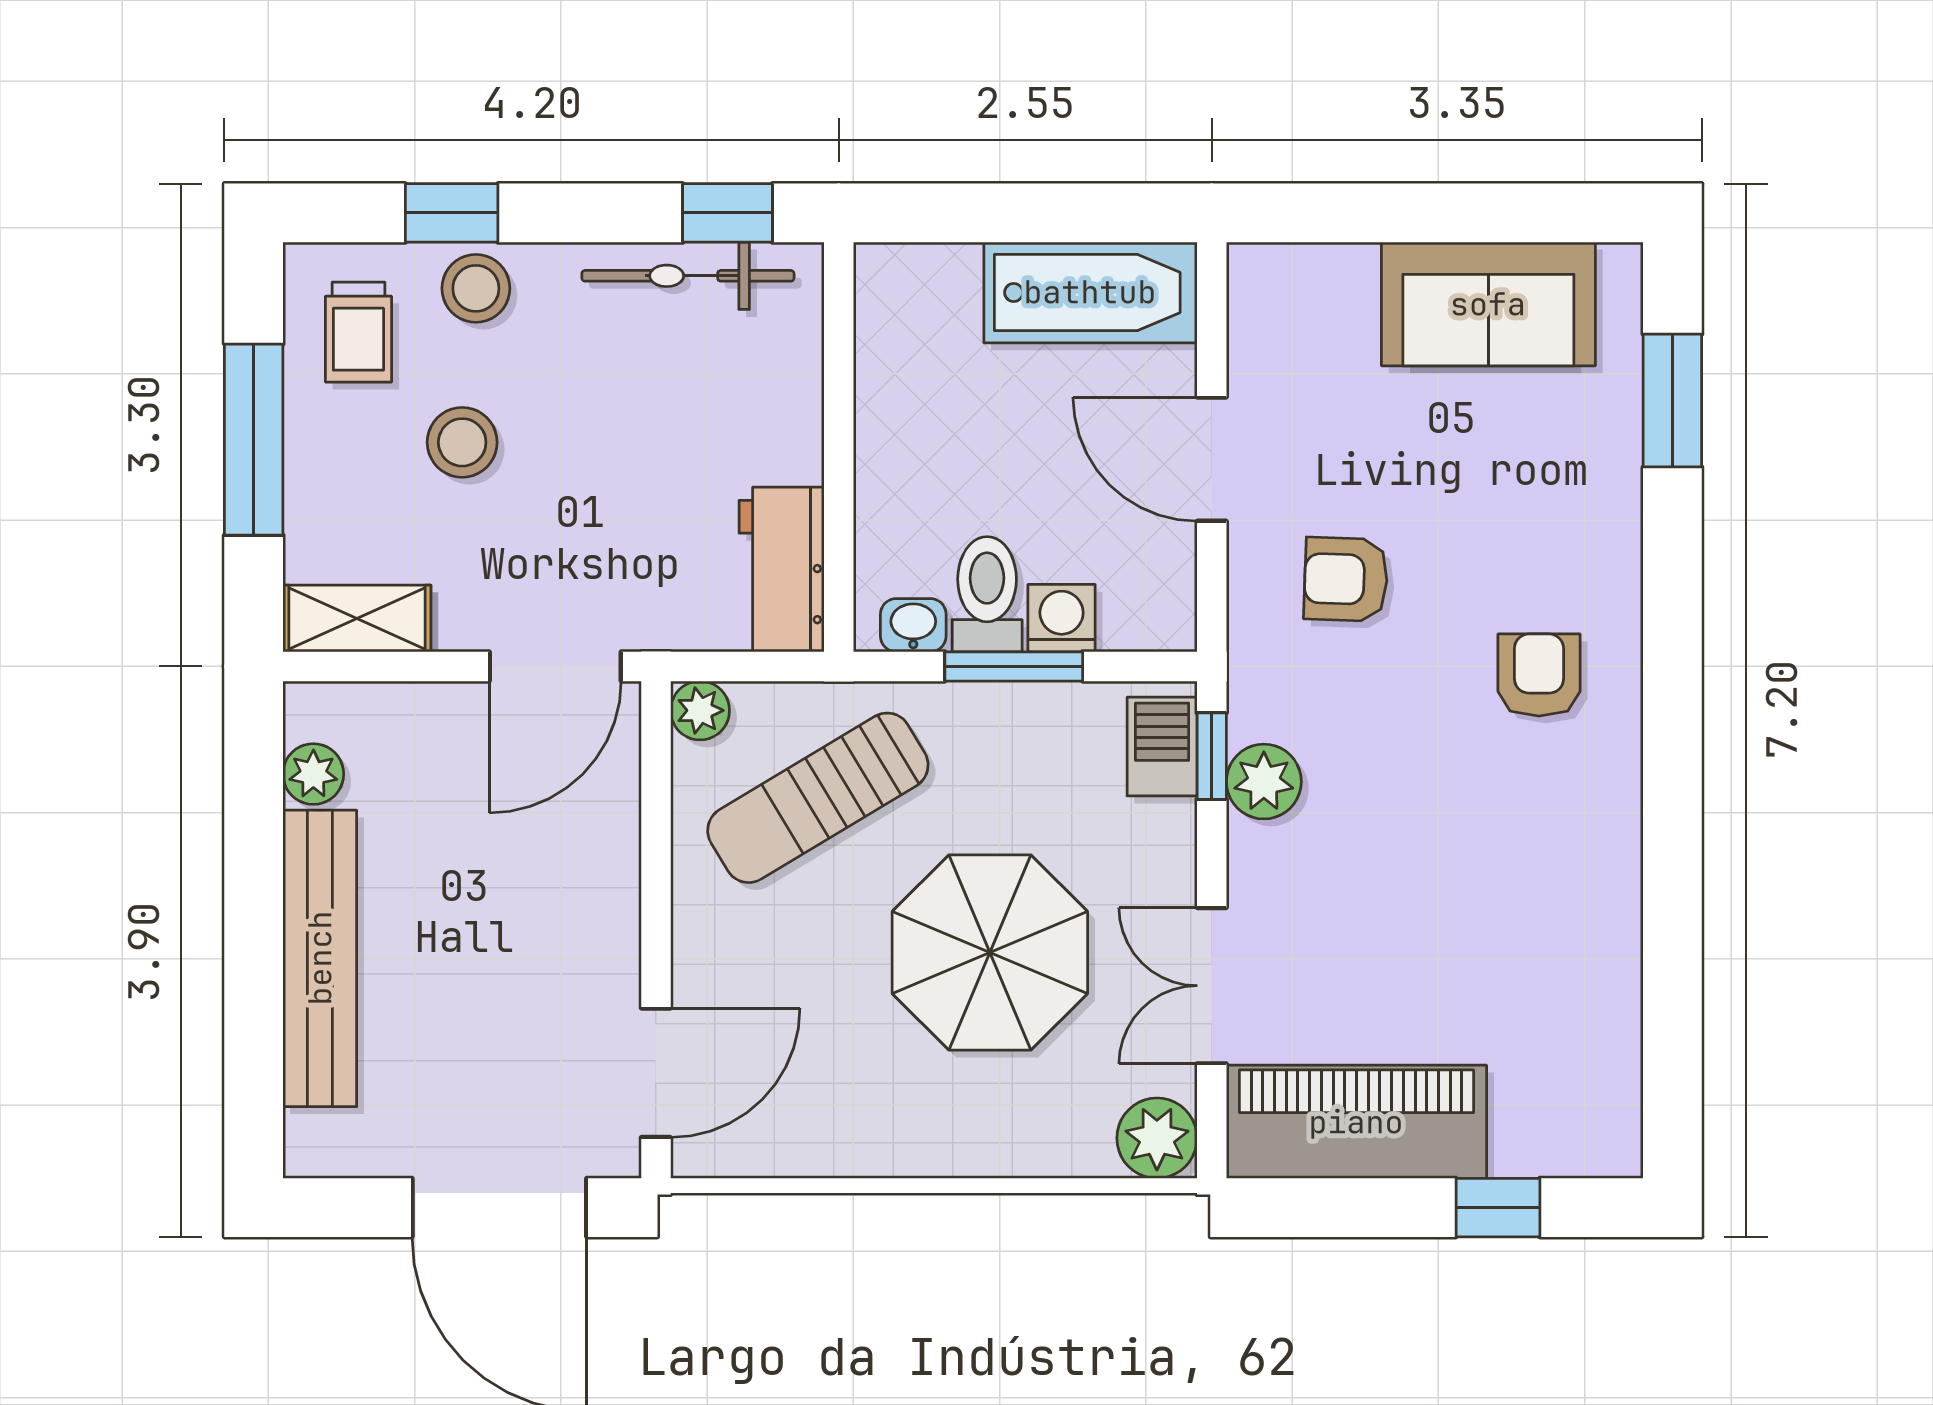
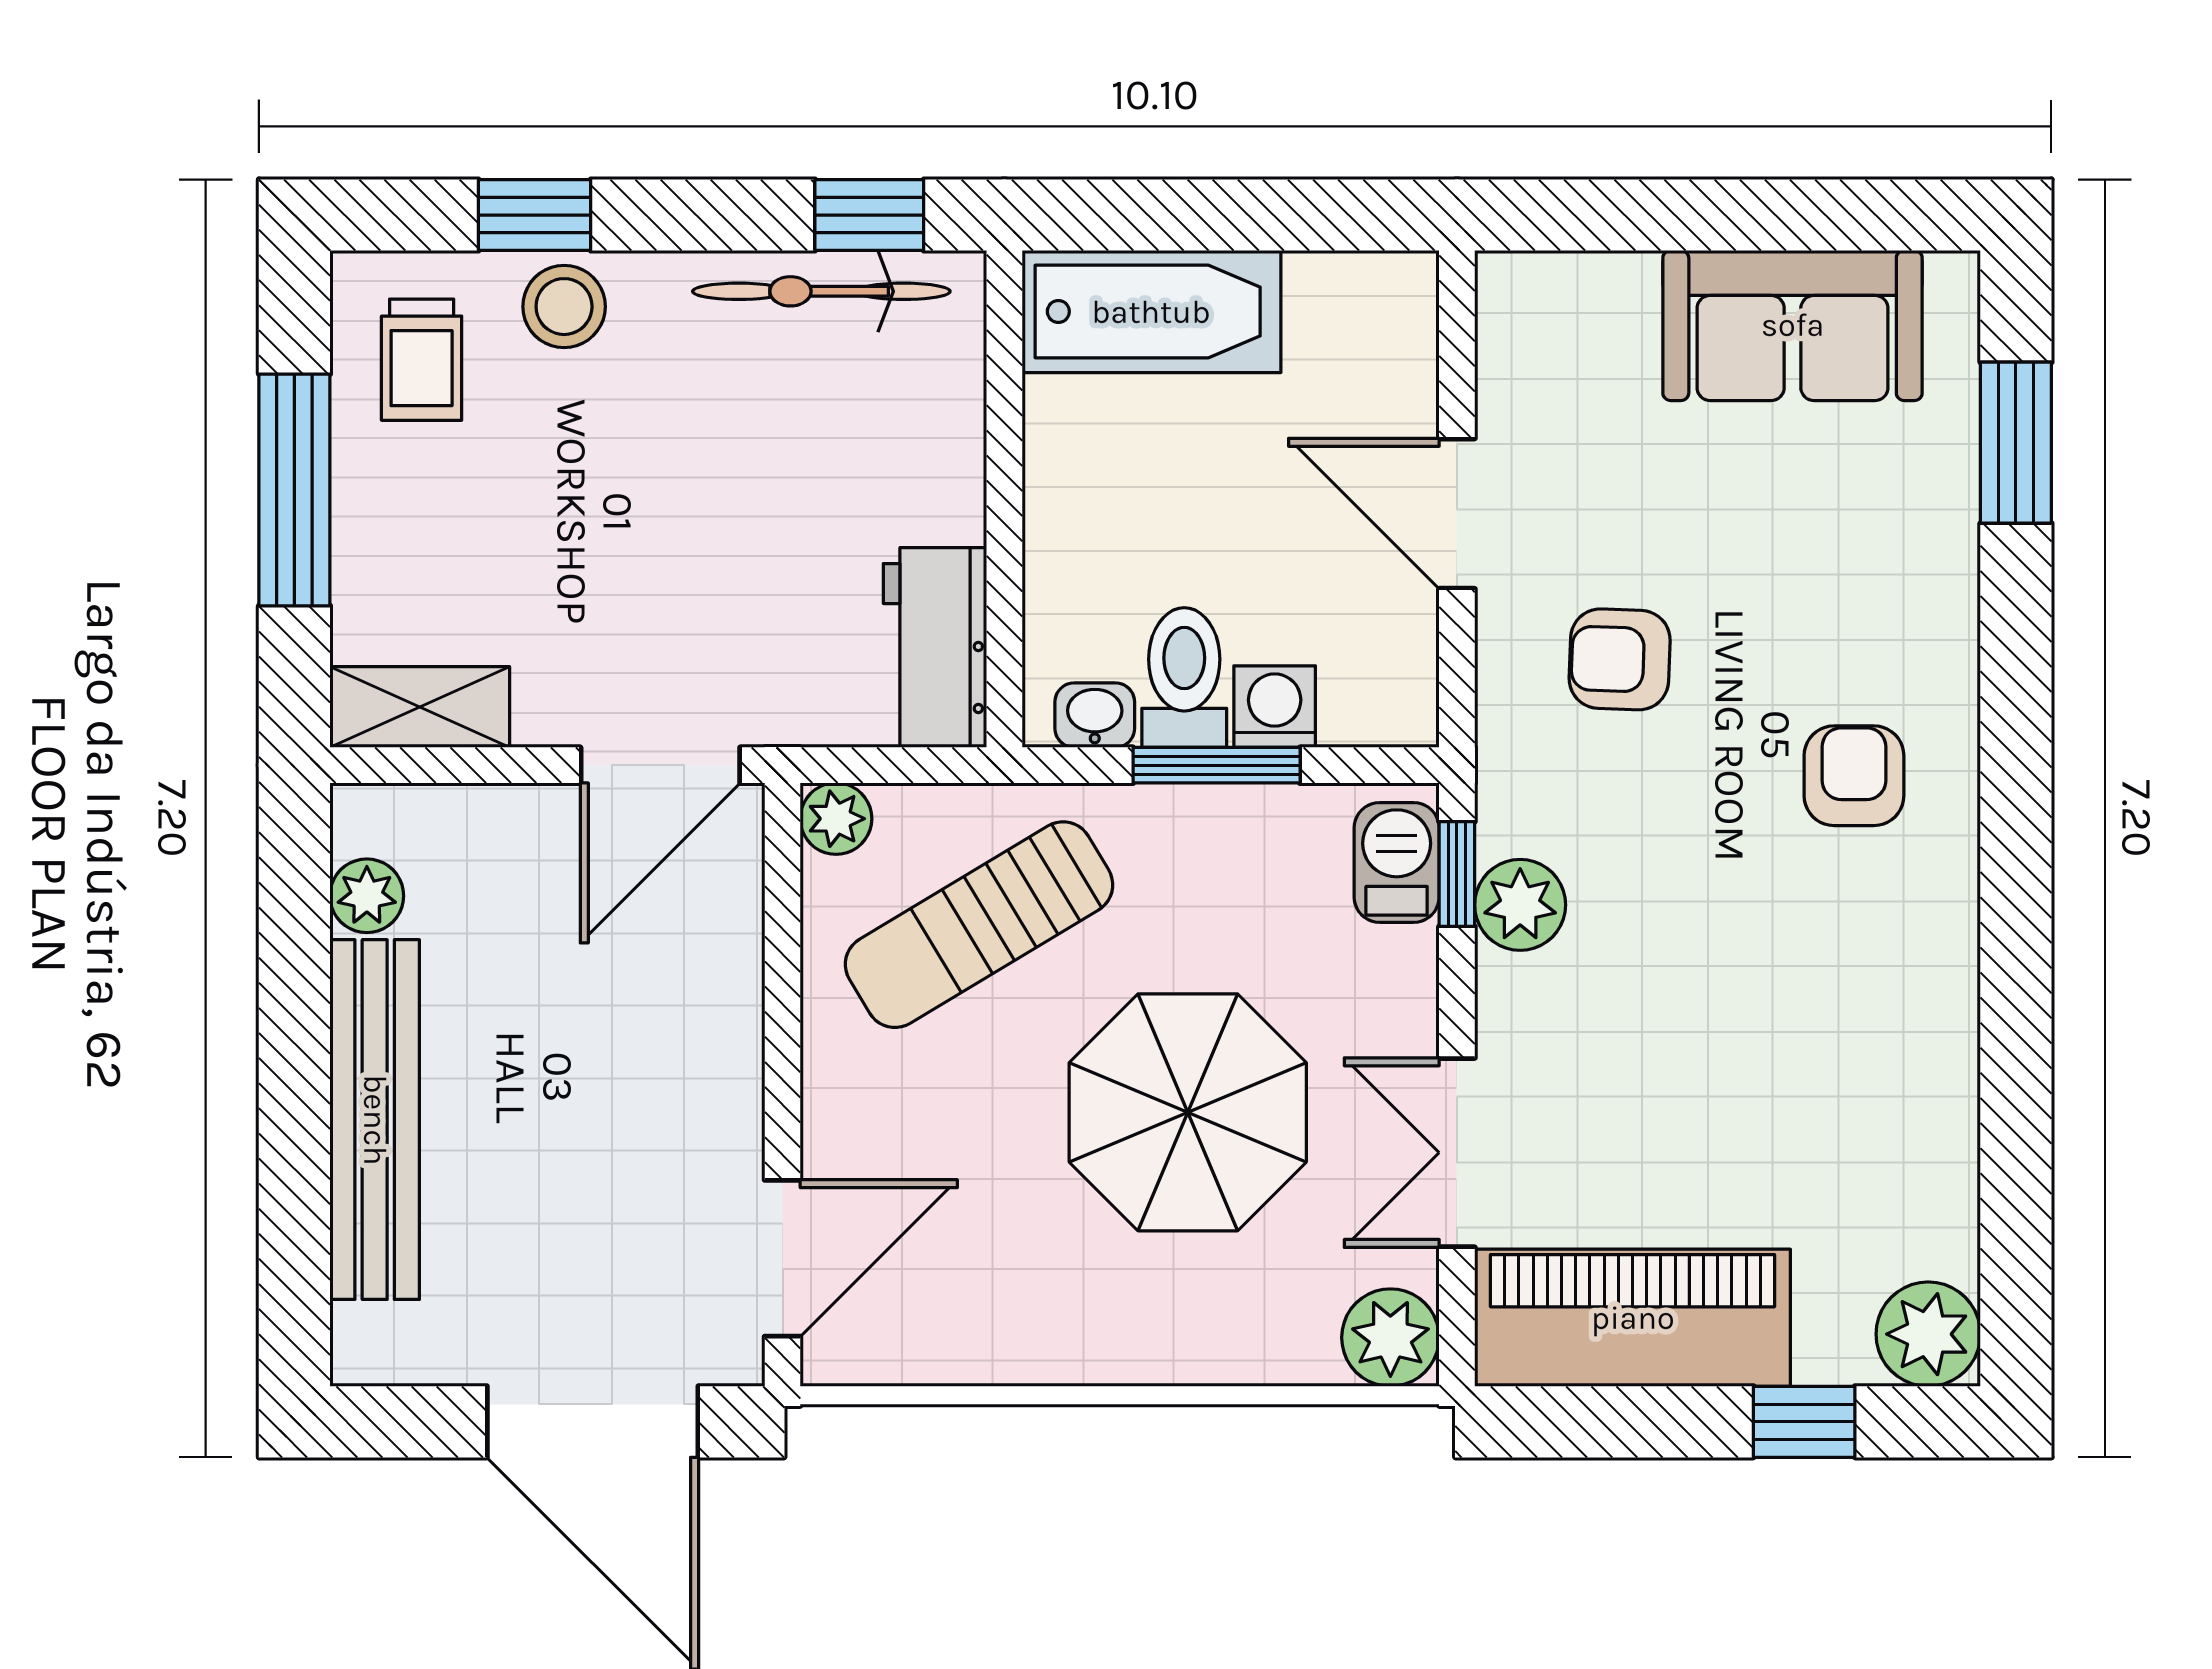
bathtub: (1090, 292) -> (1151, 312), moved
stool: (462, 442) -> (547, 493), removed
plant: (1600, 1135) -> (1928, 1334), added

